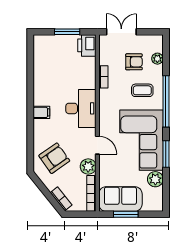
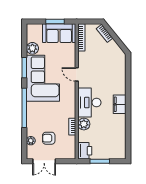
double door: (121, 32) -> (44, 161), moved
coffee table: (142, 90) -> (42, 116), removed
filing cabinet: (41, 112) -> (120, 104), width x2.00
armchair: (54, 158) -> (110, 64), removed
plant: (88, 167) -> (84, 124), moved

